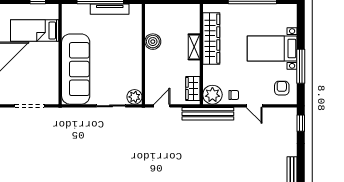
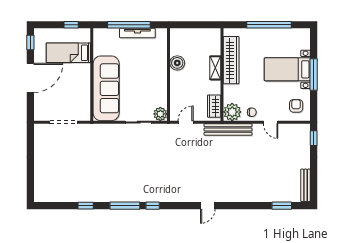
window: (301, 66) -> (314, 75), moved

